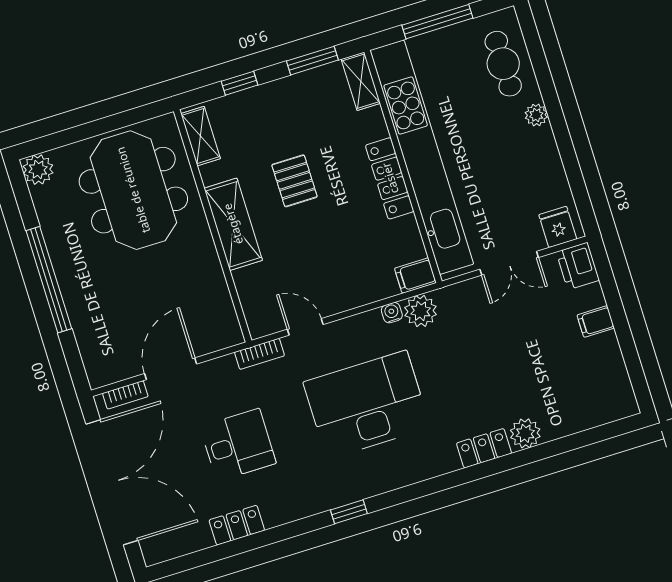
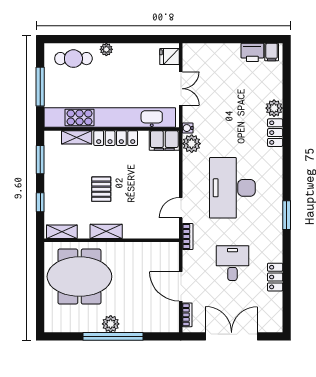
shelving: (361, 81) -> (77, 137), moved
plant: (38, 170) -> (111, 324), moved
pallet: (295, 181) -> (101, 189), turned 90
shelving: (233, 224) -> (106, 231), width x0.67, depth x0.75
printer: (578, 266) -> (252, 52), moved
filing cabinet: (415, 276) -> (164, 141), width x2.00
water cooler: (392, 313) -> (188, 128), moved
filing cabinet: (596, 322) -> (272, 52), moved
double door: (112, 482) -> (232, 336), width x0.73
window: (349, 512) -> (287, 215), width x1.50

